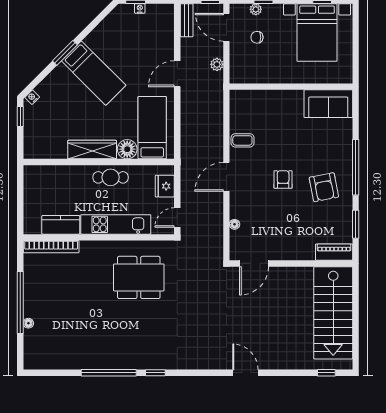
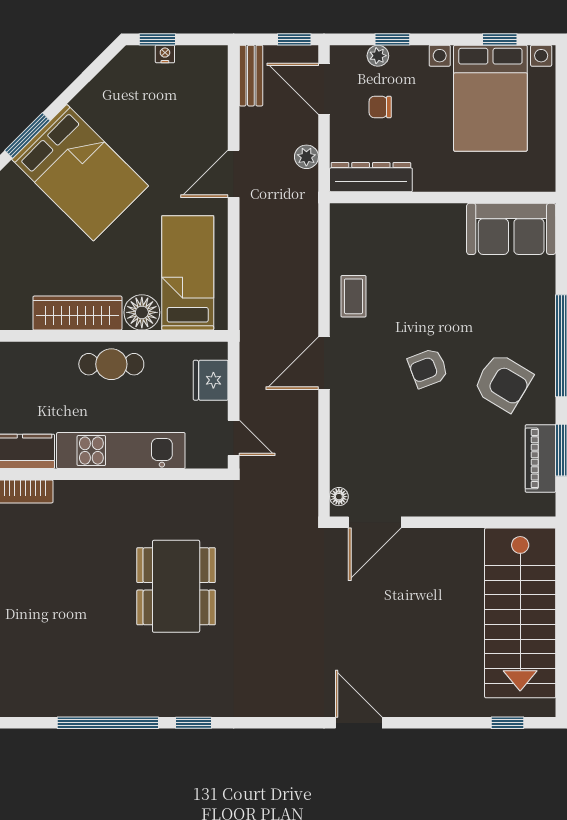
bed: (94, 73) -> (80, 173), width x1.50
dresser: (252, 76) -> (371, 177), added
coffee table: (242, 140) -> (353, 296), turned 90
armchair: (283, 180) -> (428, 368), turned -111
armchair: (324, 187) -> (503, 382), turned -48
door: (177, 218) -> (234, 438), swing flipped
floor lamp: (235, 224) -> (339, 497), moved
piano: (334, 252) -> (540, 458), moved, turned -90
dining table: (139, 277) -> (176, 586), moved, turned 90

